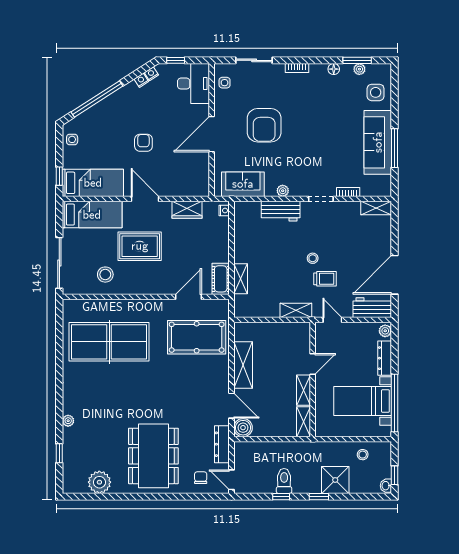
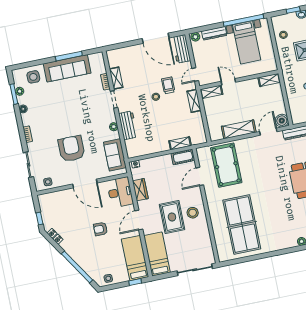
desk: (193, 84) -> (120, 192), moved, turned 90
armchair: (264, 125) -> (72, 149), turned -90
shelving: (376, 208) -> (116, 78), moved
stool: (105, 275) -> (193, 213), moved
door: (189, 297) -> (200, 176), hinge flipped
shelving: (303, 390) -> (211, 92), moved

